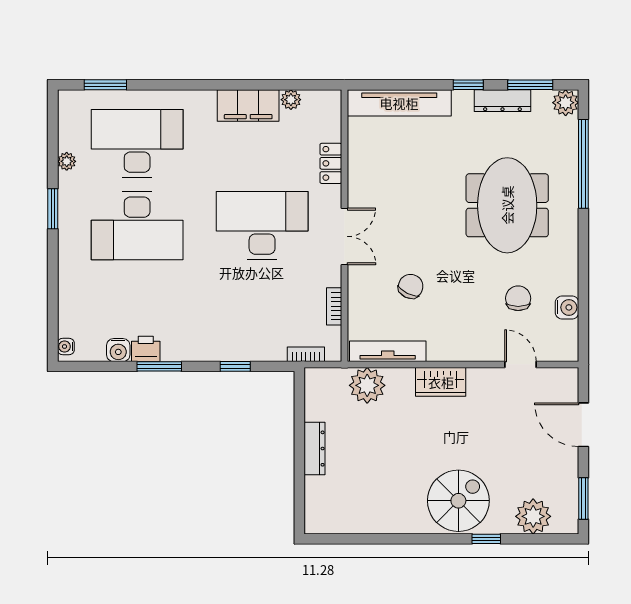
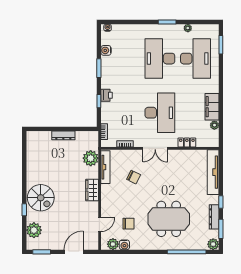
plant: (566, 334) -> (113, 244), added
printer: (146, 349) -> (107, 95), moved

